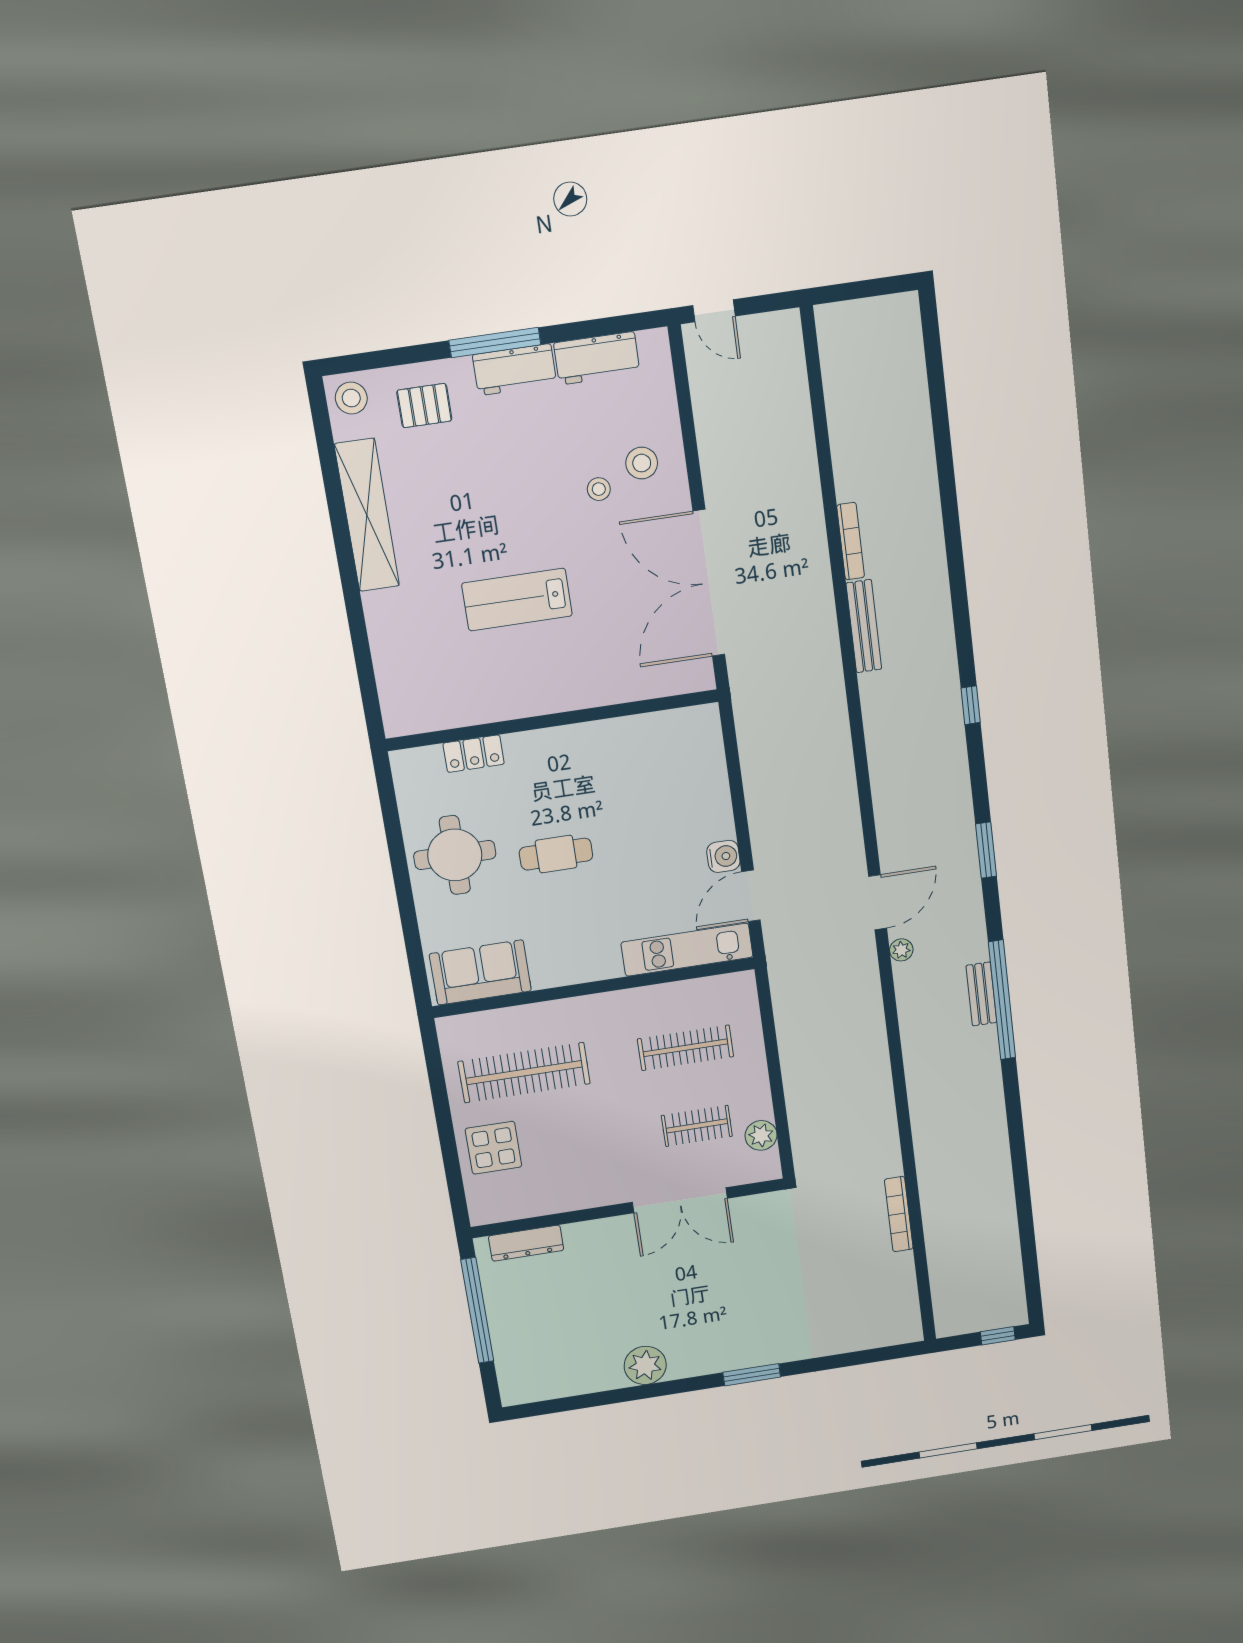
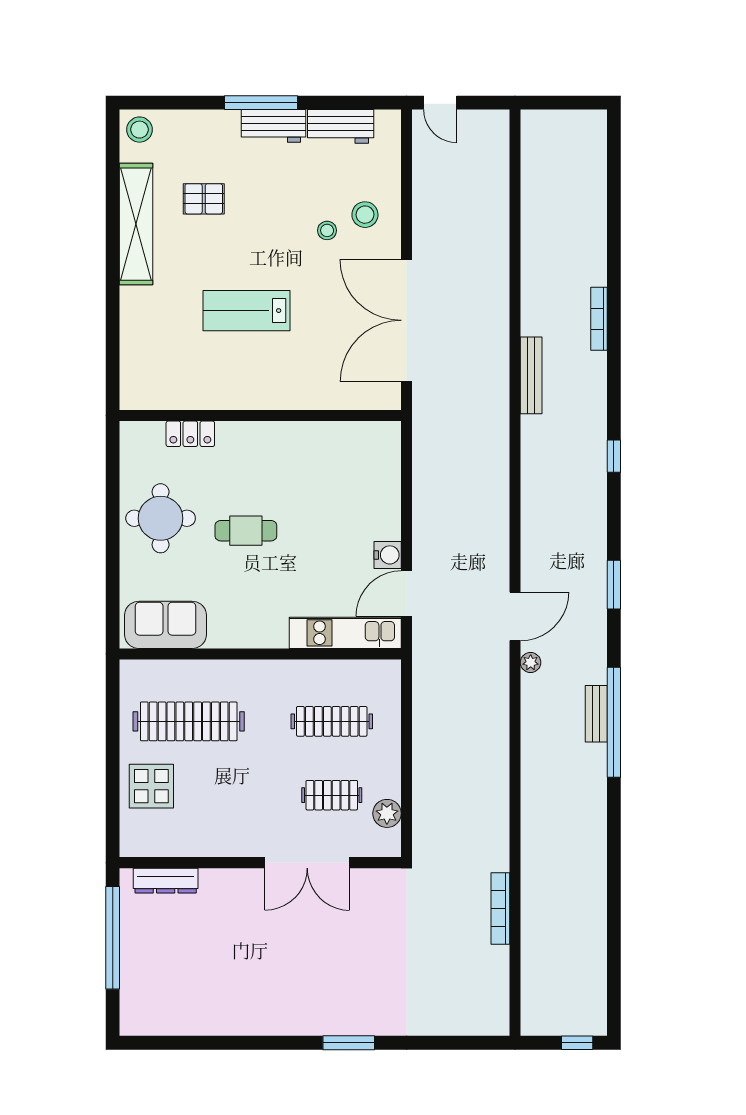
pallet: (424, 406) -> (204, 199), moved
bookcase: (851, 541) -> (599, 319), moved, turned 180
plant: (645, 1365) -> (254, 1017), removed

